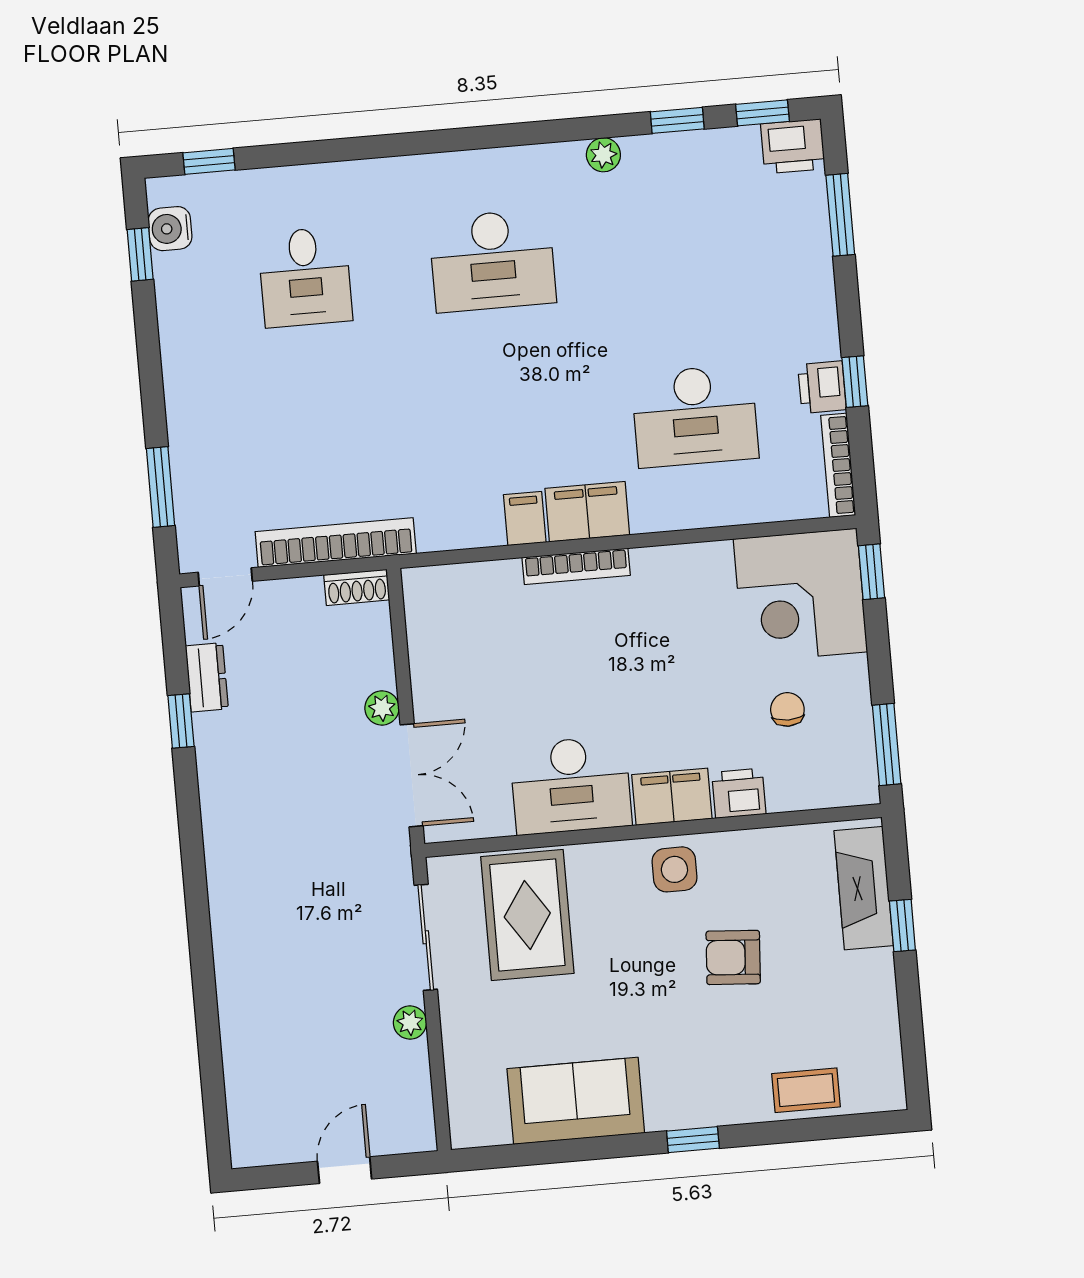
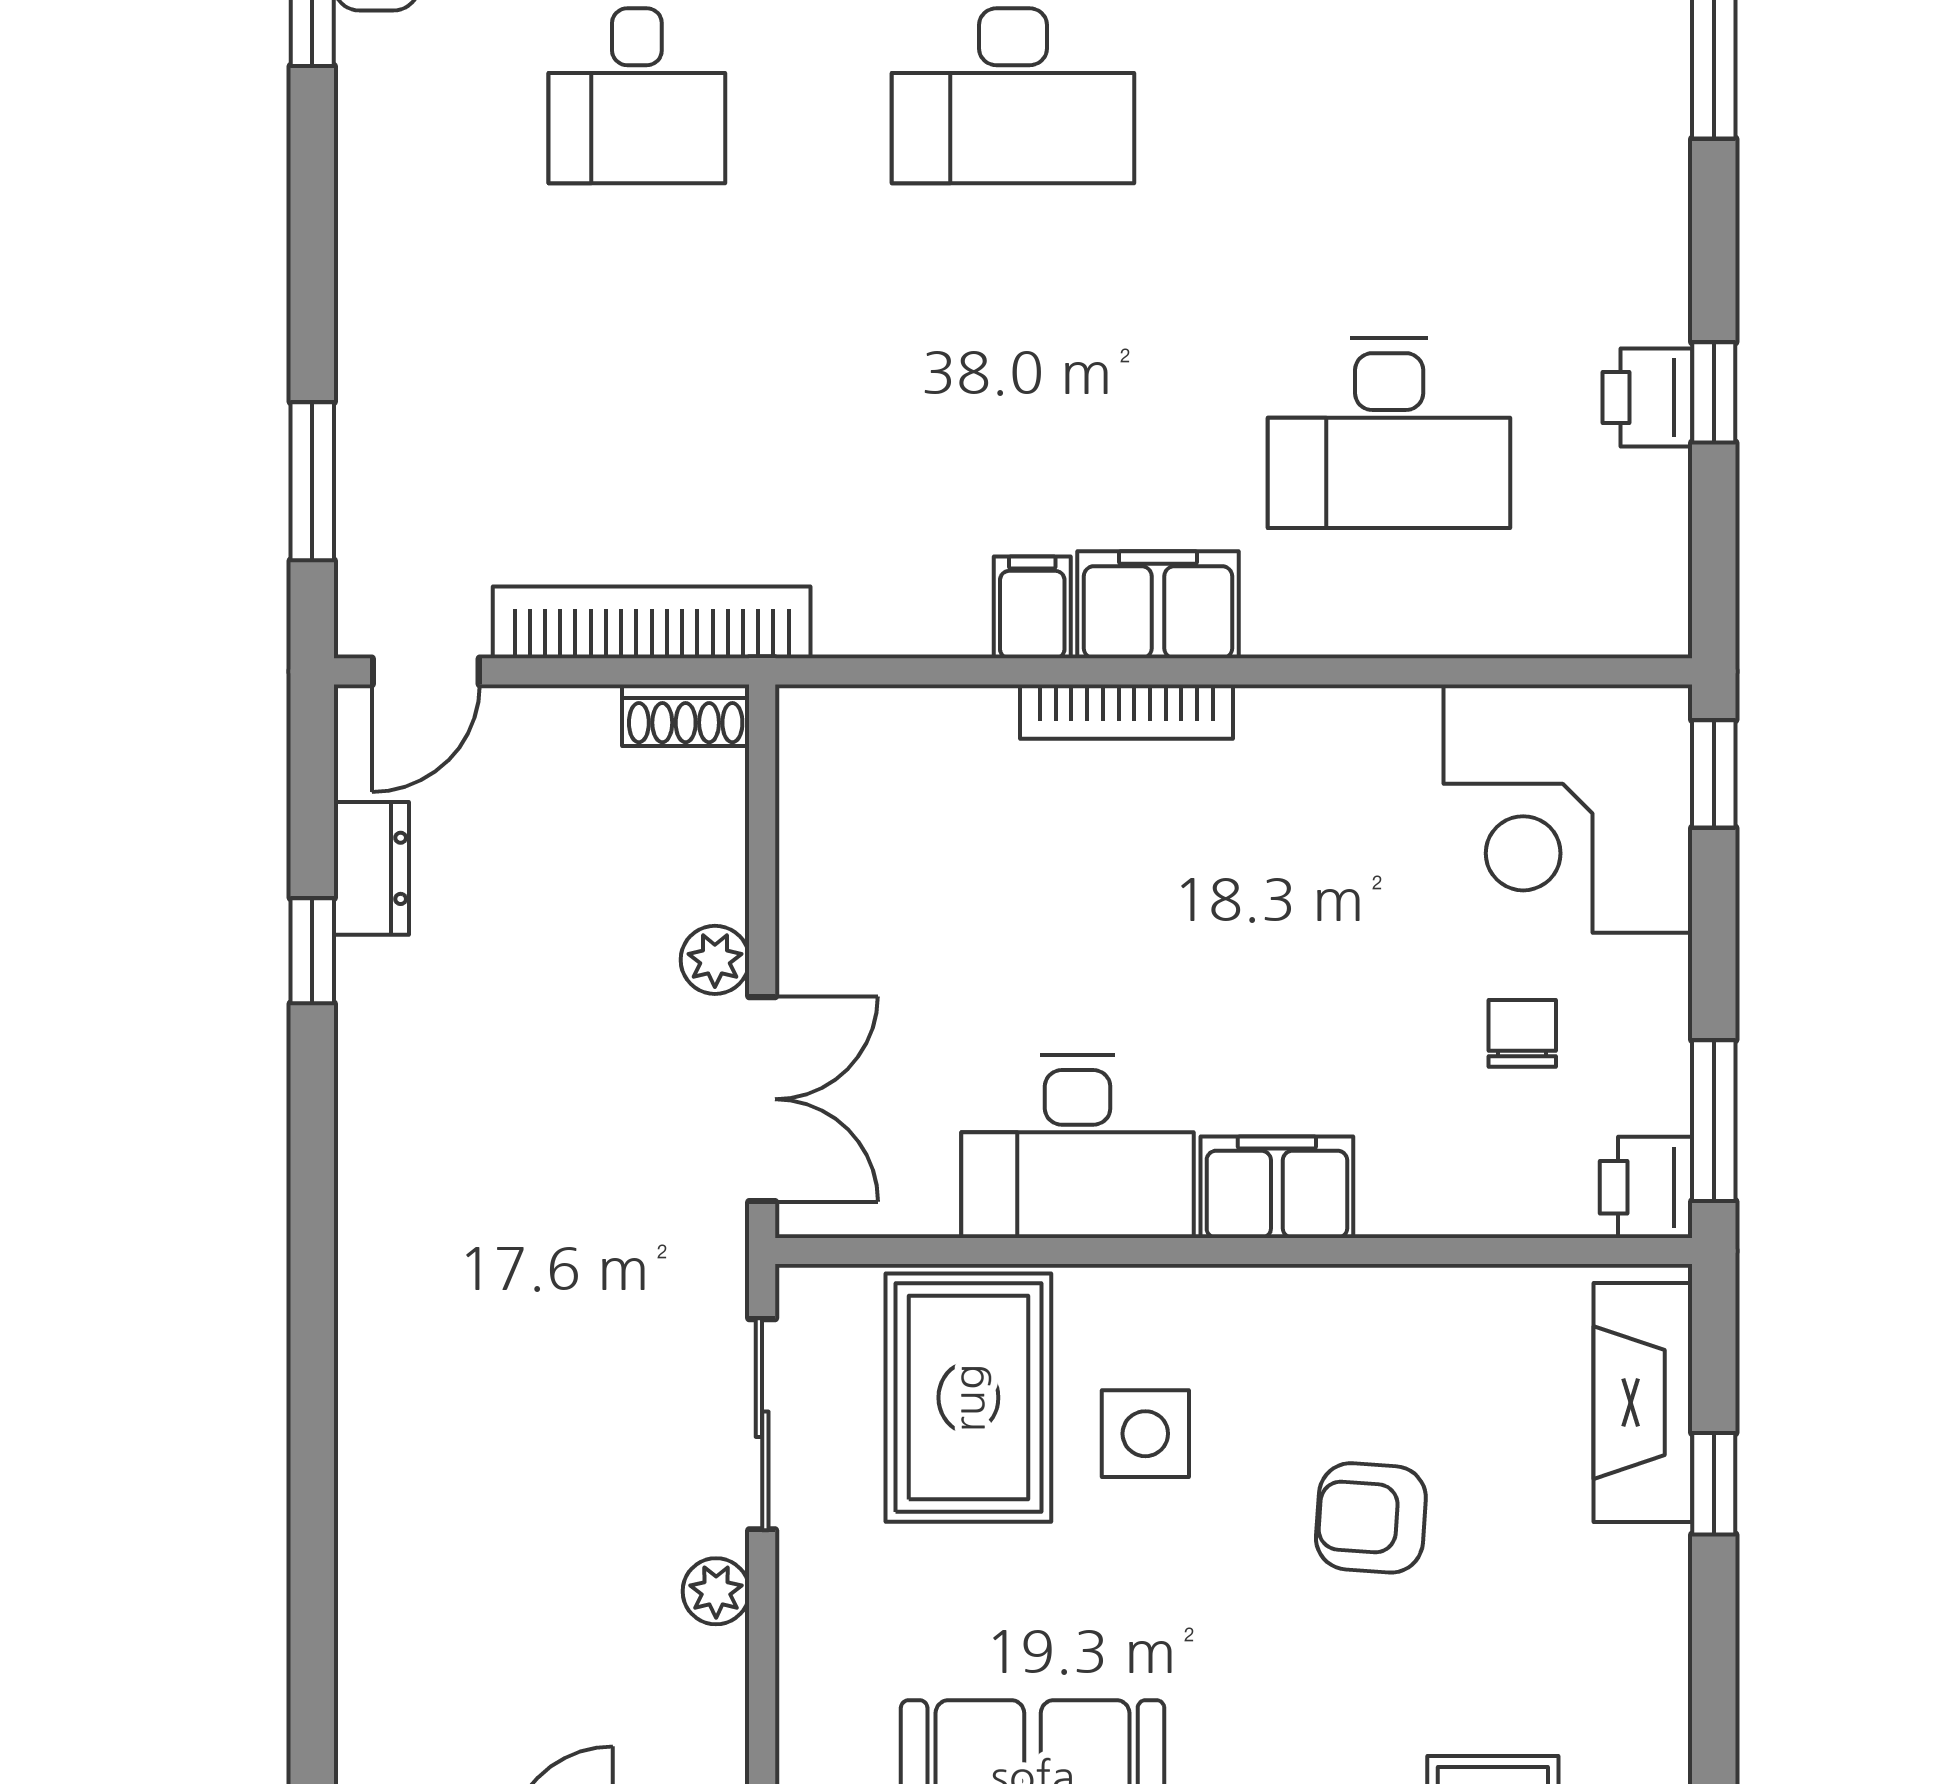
bookcase: (838, 465) -> (1666, 556), removed
printer: (739, 793) -> (1646, 1187), moved, turned -90
side table: (674, 869) -> (1145, 1434), moved

